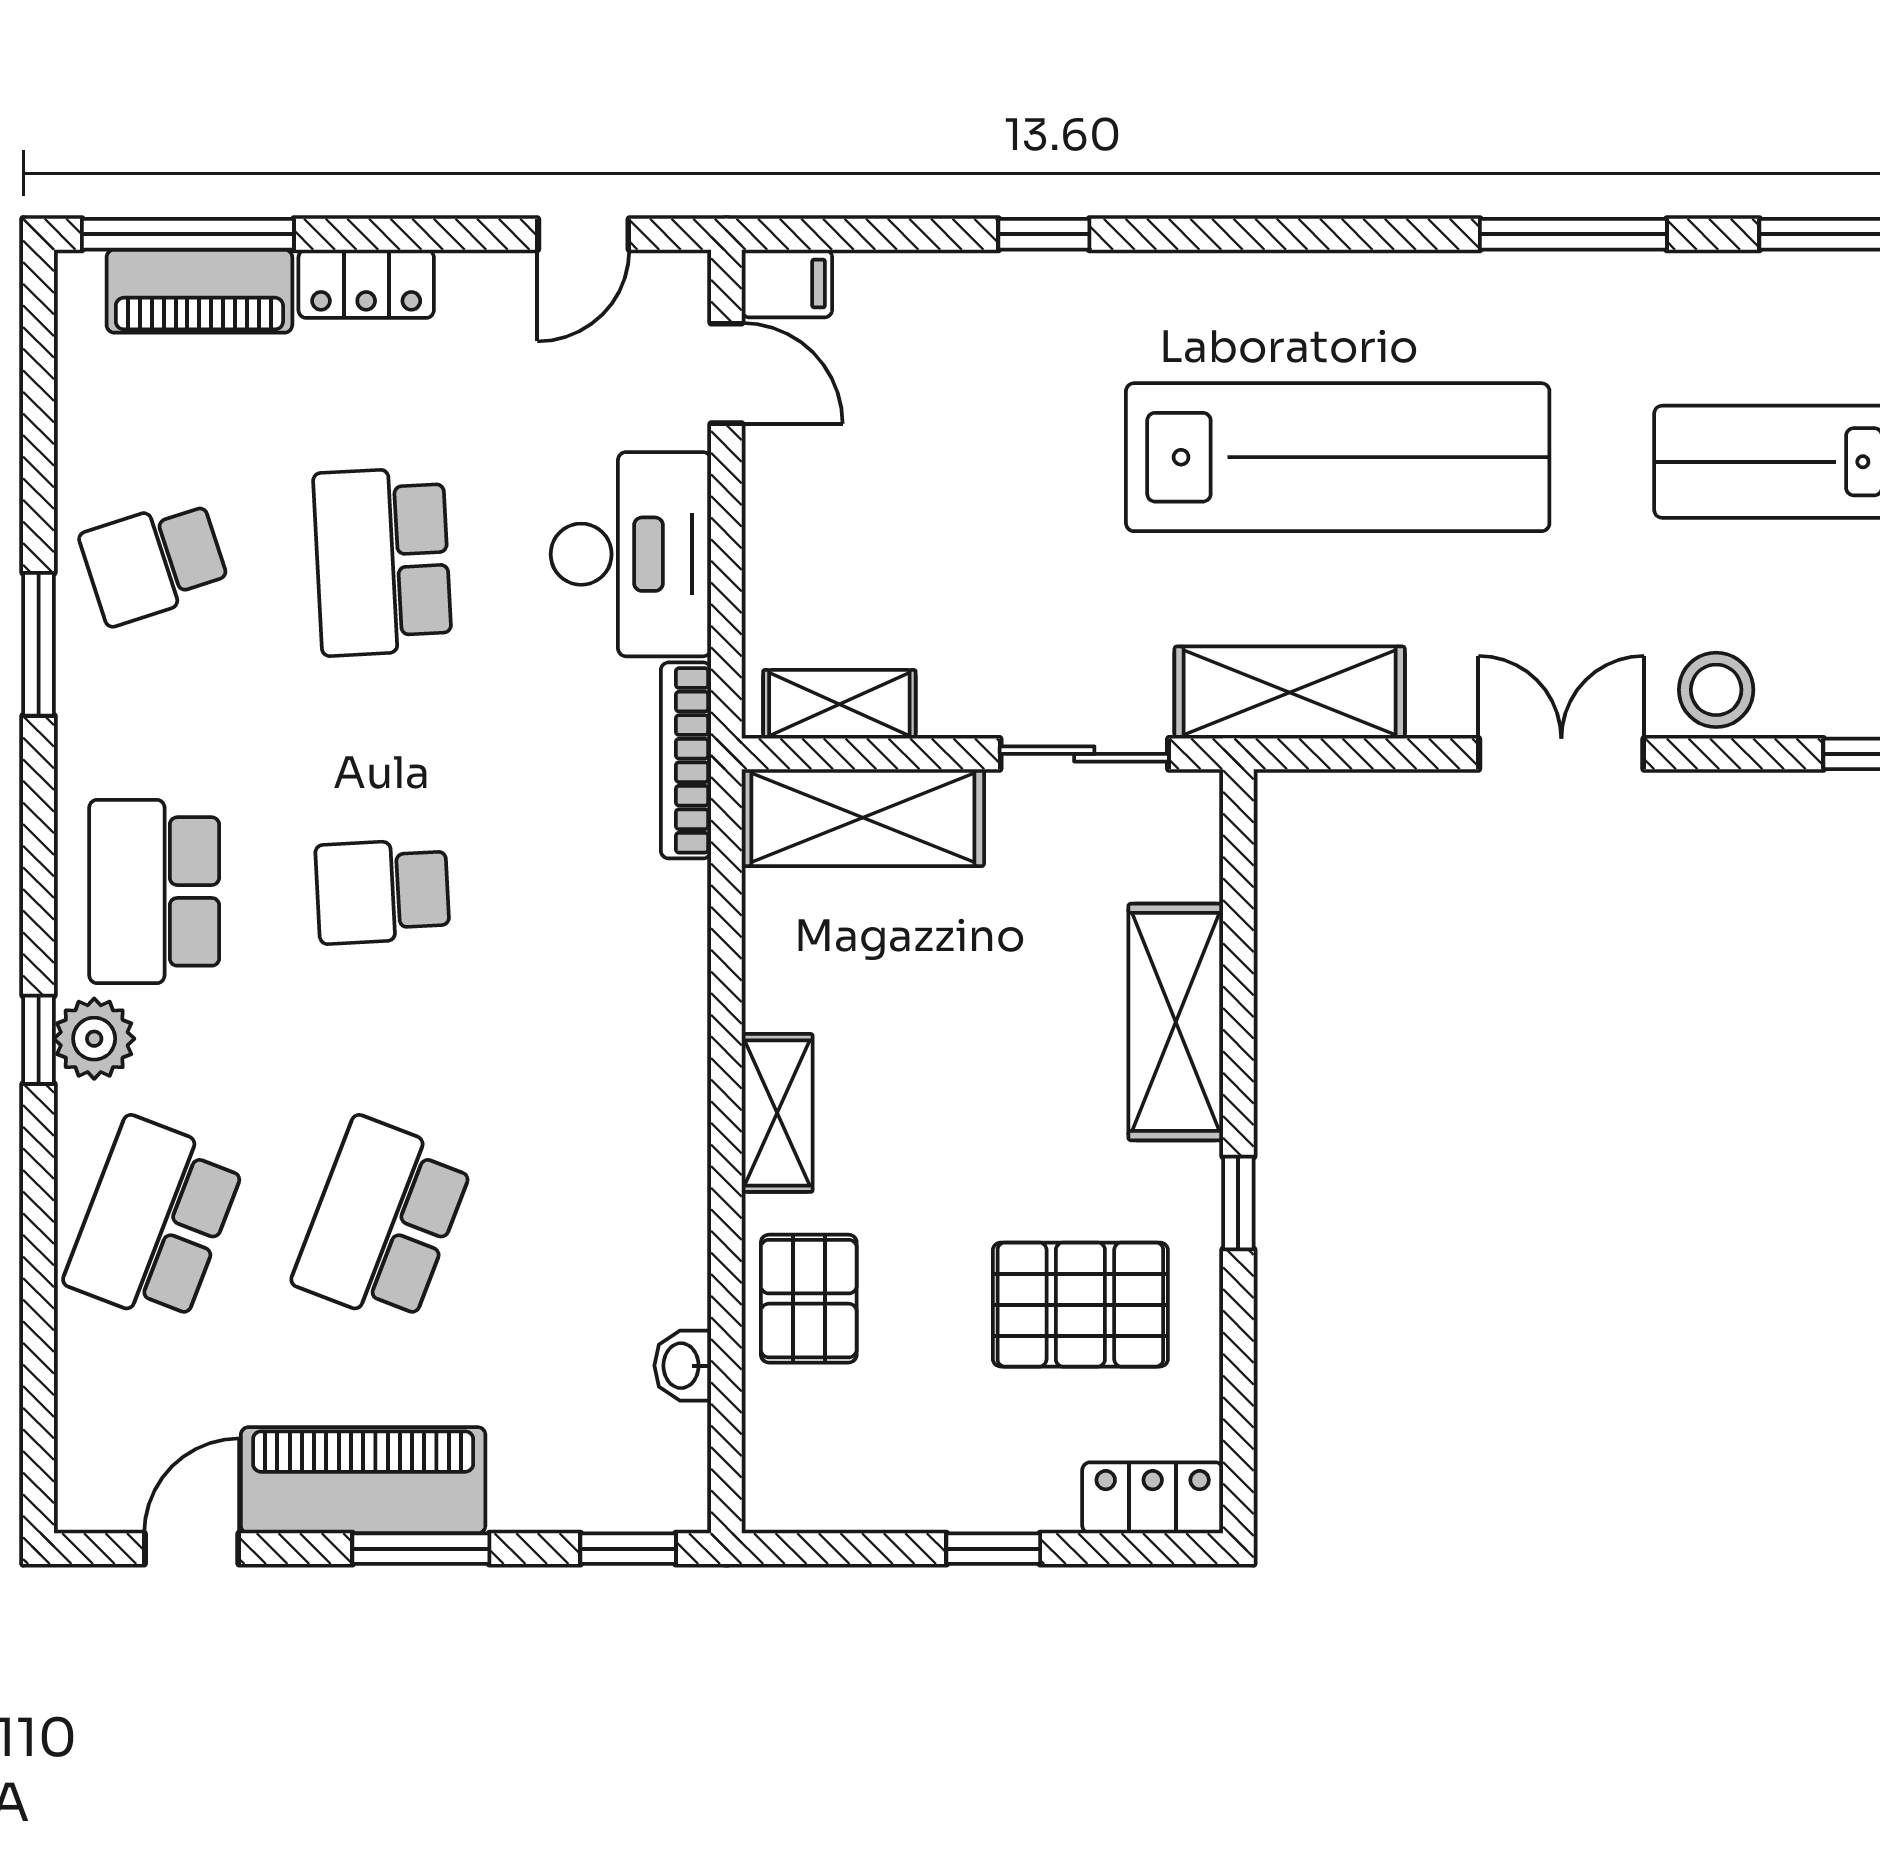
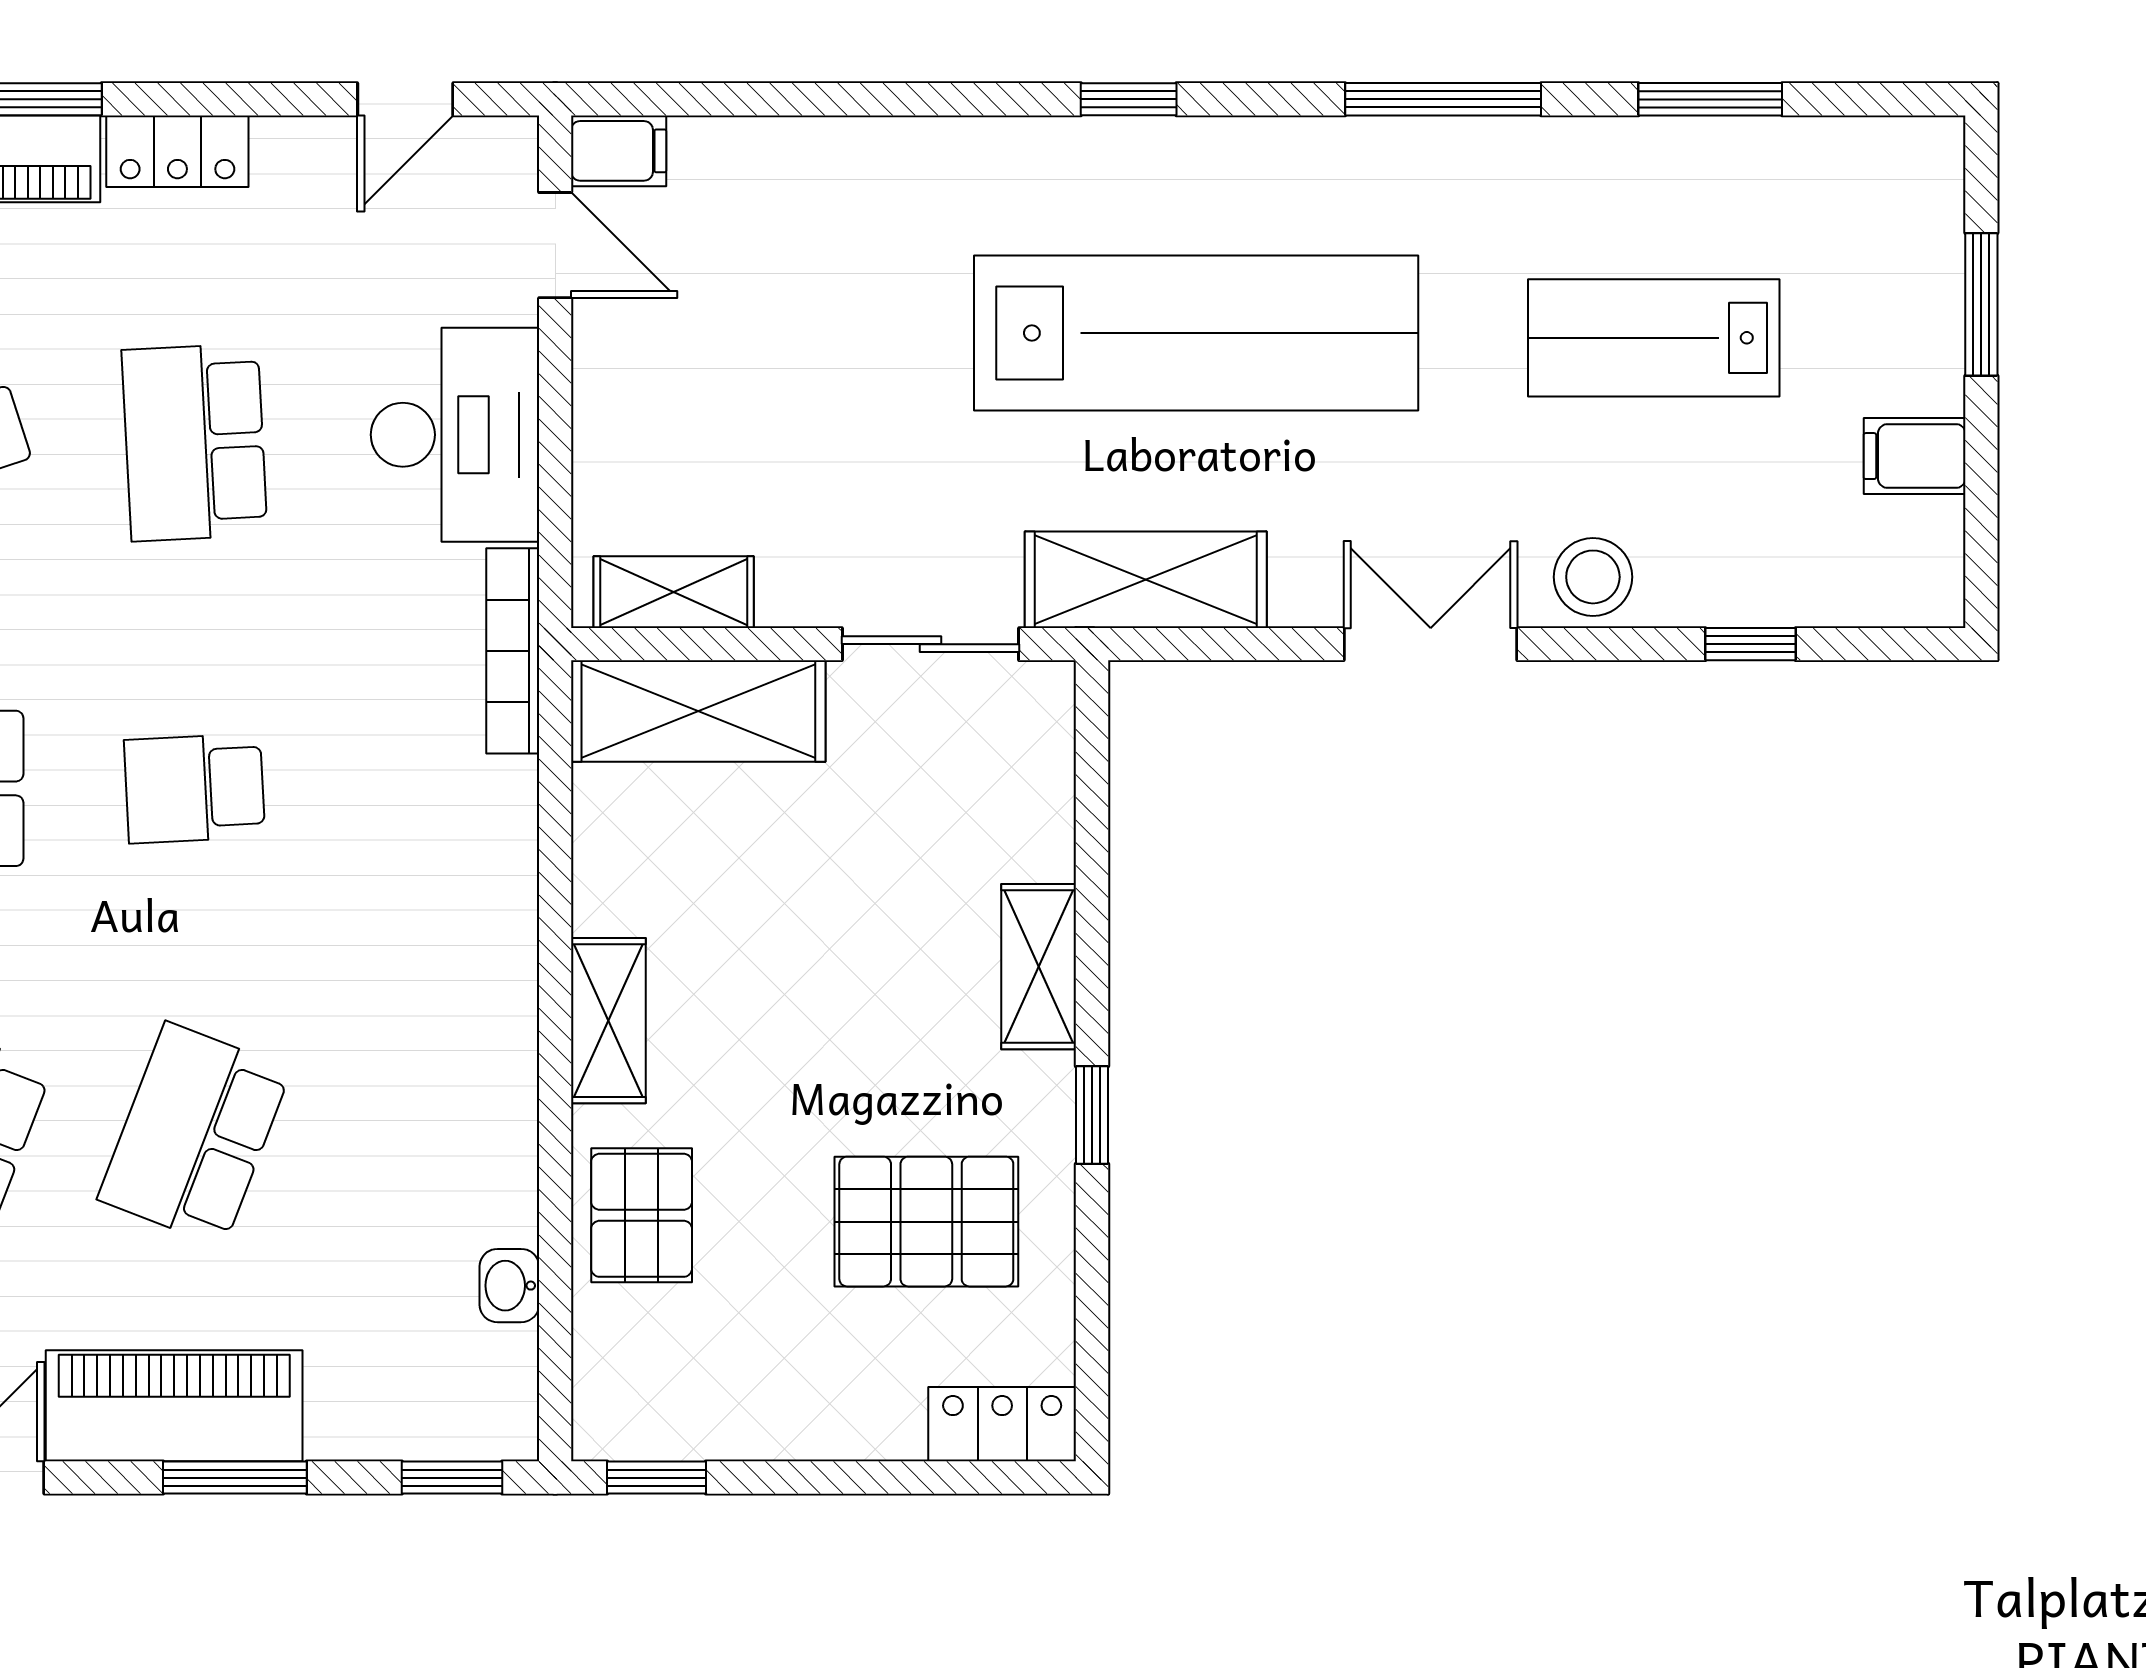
window: (1044, 234) -> (1129, 99), moved
shelving: (1176, 1022) -> (1039, 967), width x0.67, depth x0.75
window: (993, 1549) -> (657, 1478), moved

